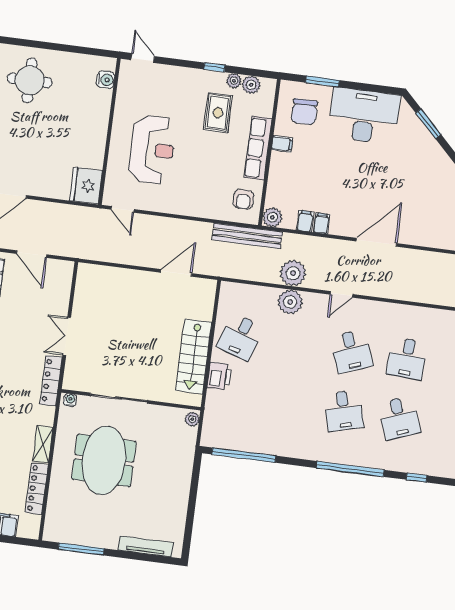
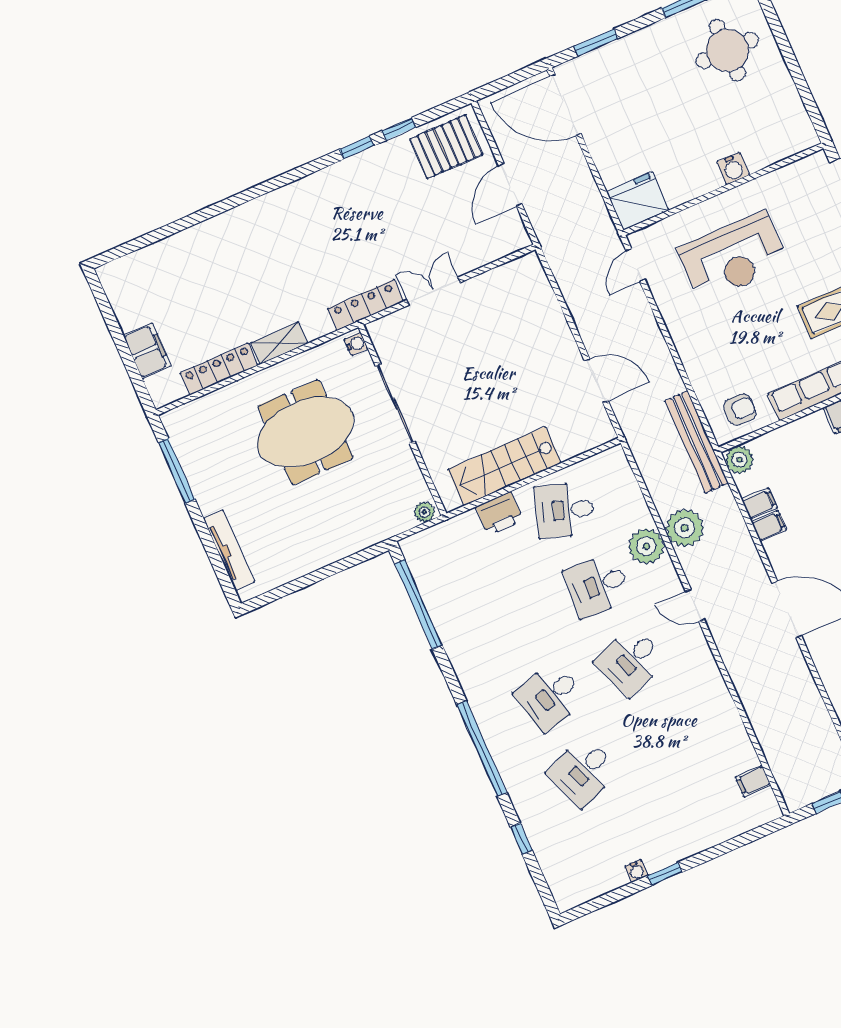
water cooler: (106, 80) -> (733, 168), moved
armchair: (243, 199) -> (740, 410), turned 180
desk: (407, 358) -> (598, 585), moved

